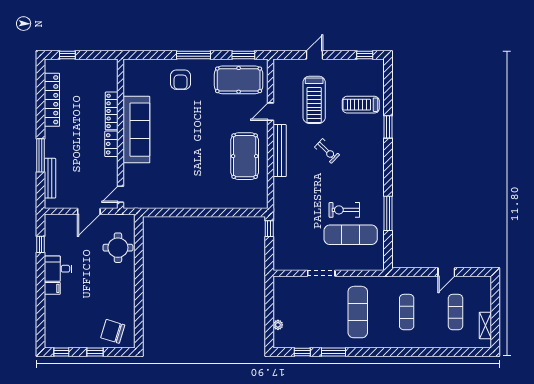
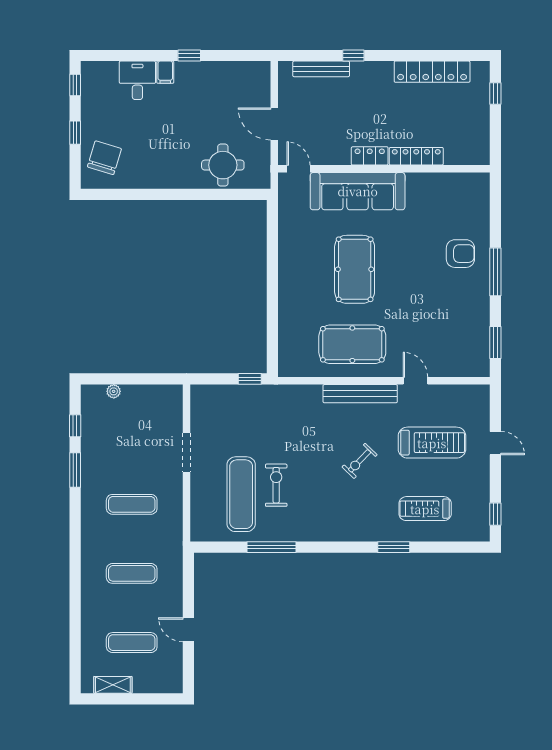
armchair: (181, 80) -> (460, 254), turned 180
pool table: (239, 80) -> (355, 269), moved
treadmill: (314, 100) -> (432, 443), turned 180
treadmill: (361, 105) -> (425, 509), turned -90
sofa: (136, 130) -> (358, 191), moved
window: (40, 155) -> (353, 55), width x0.46
window: (40, 244) -> (189, 55), moved
desk: (58, 269) -> (137, 80), moved
exercise mat: (358, 312) -> (132, 504), width x0.73, depth x0.69

